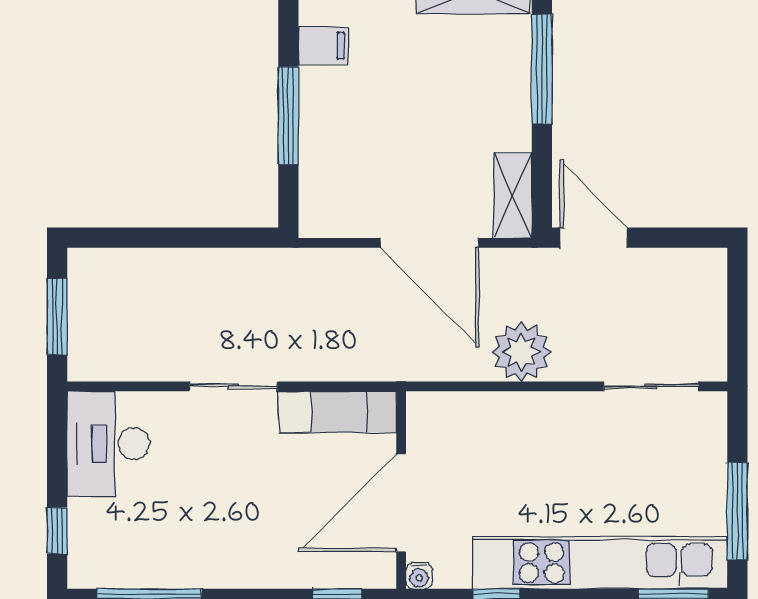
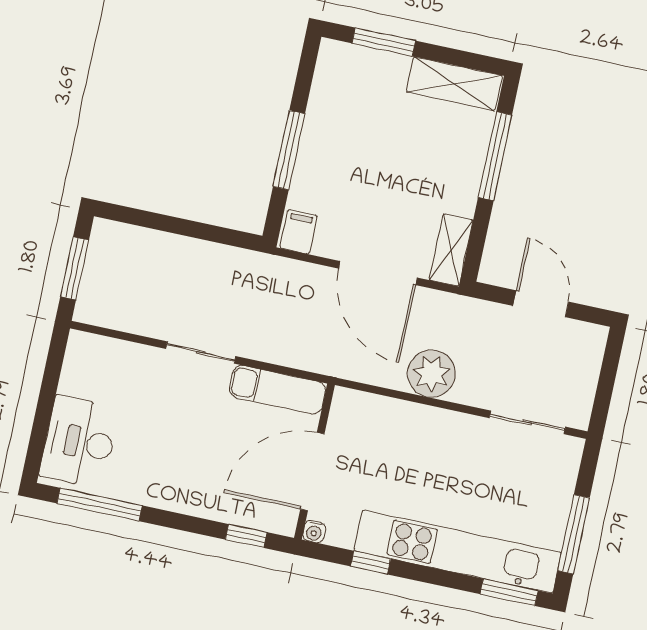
filing cabinet: (323, 46) -> (298, 232), moved, turned -90
door: (594, 238) -> (541, 304), moved
desk: (108, 444) -> (79, 442), moved
window: (57, 531) -> (39, 436), removed

